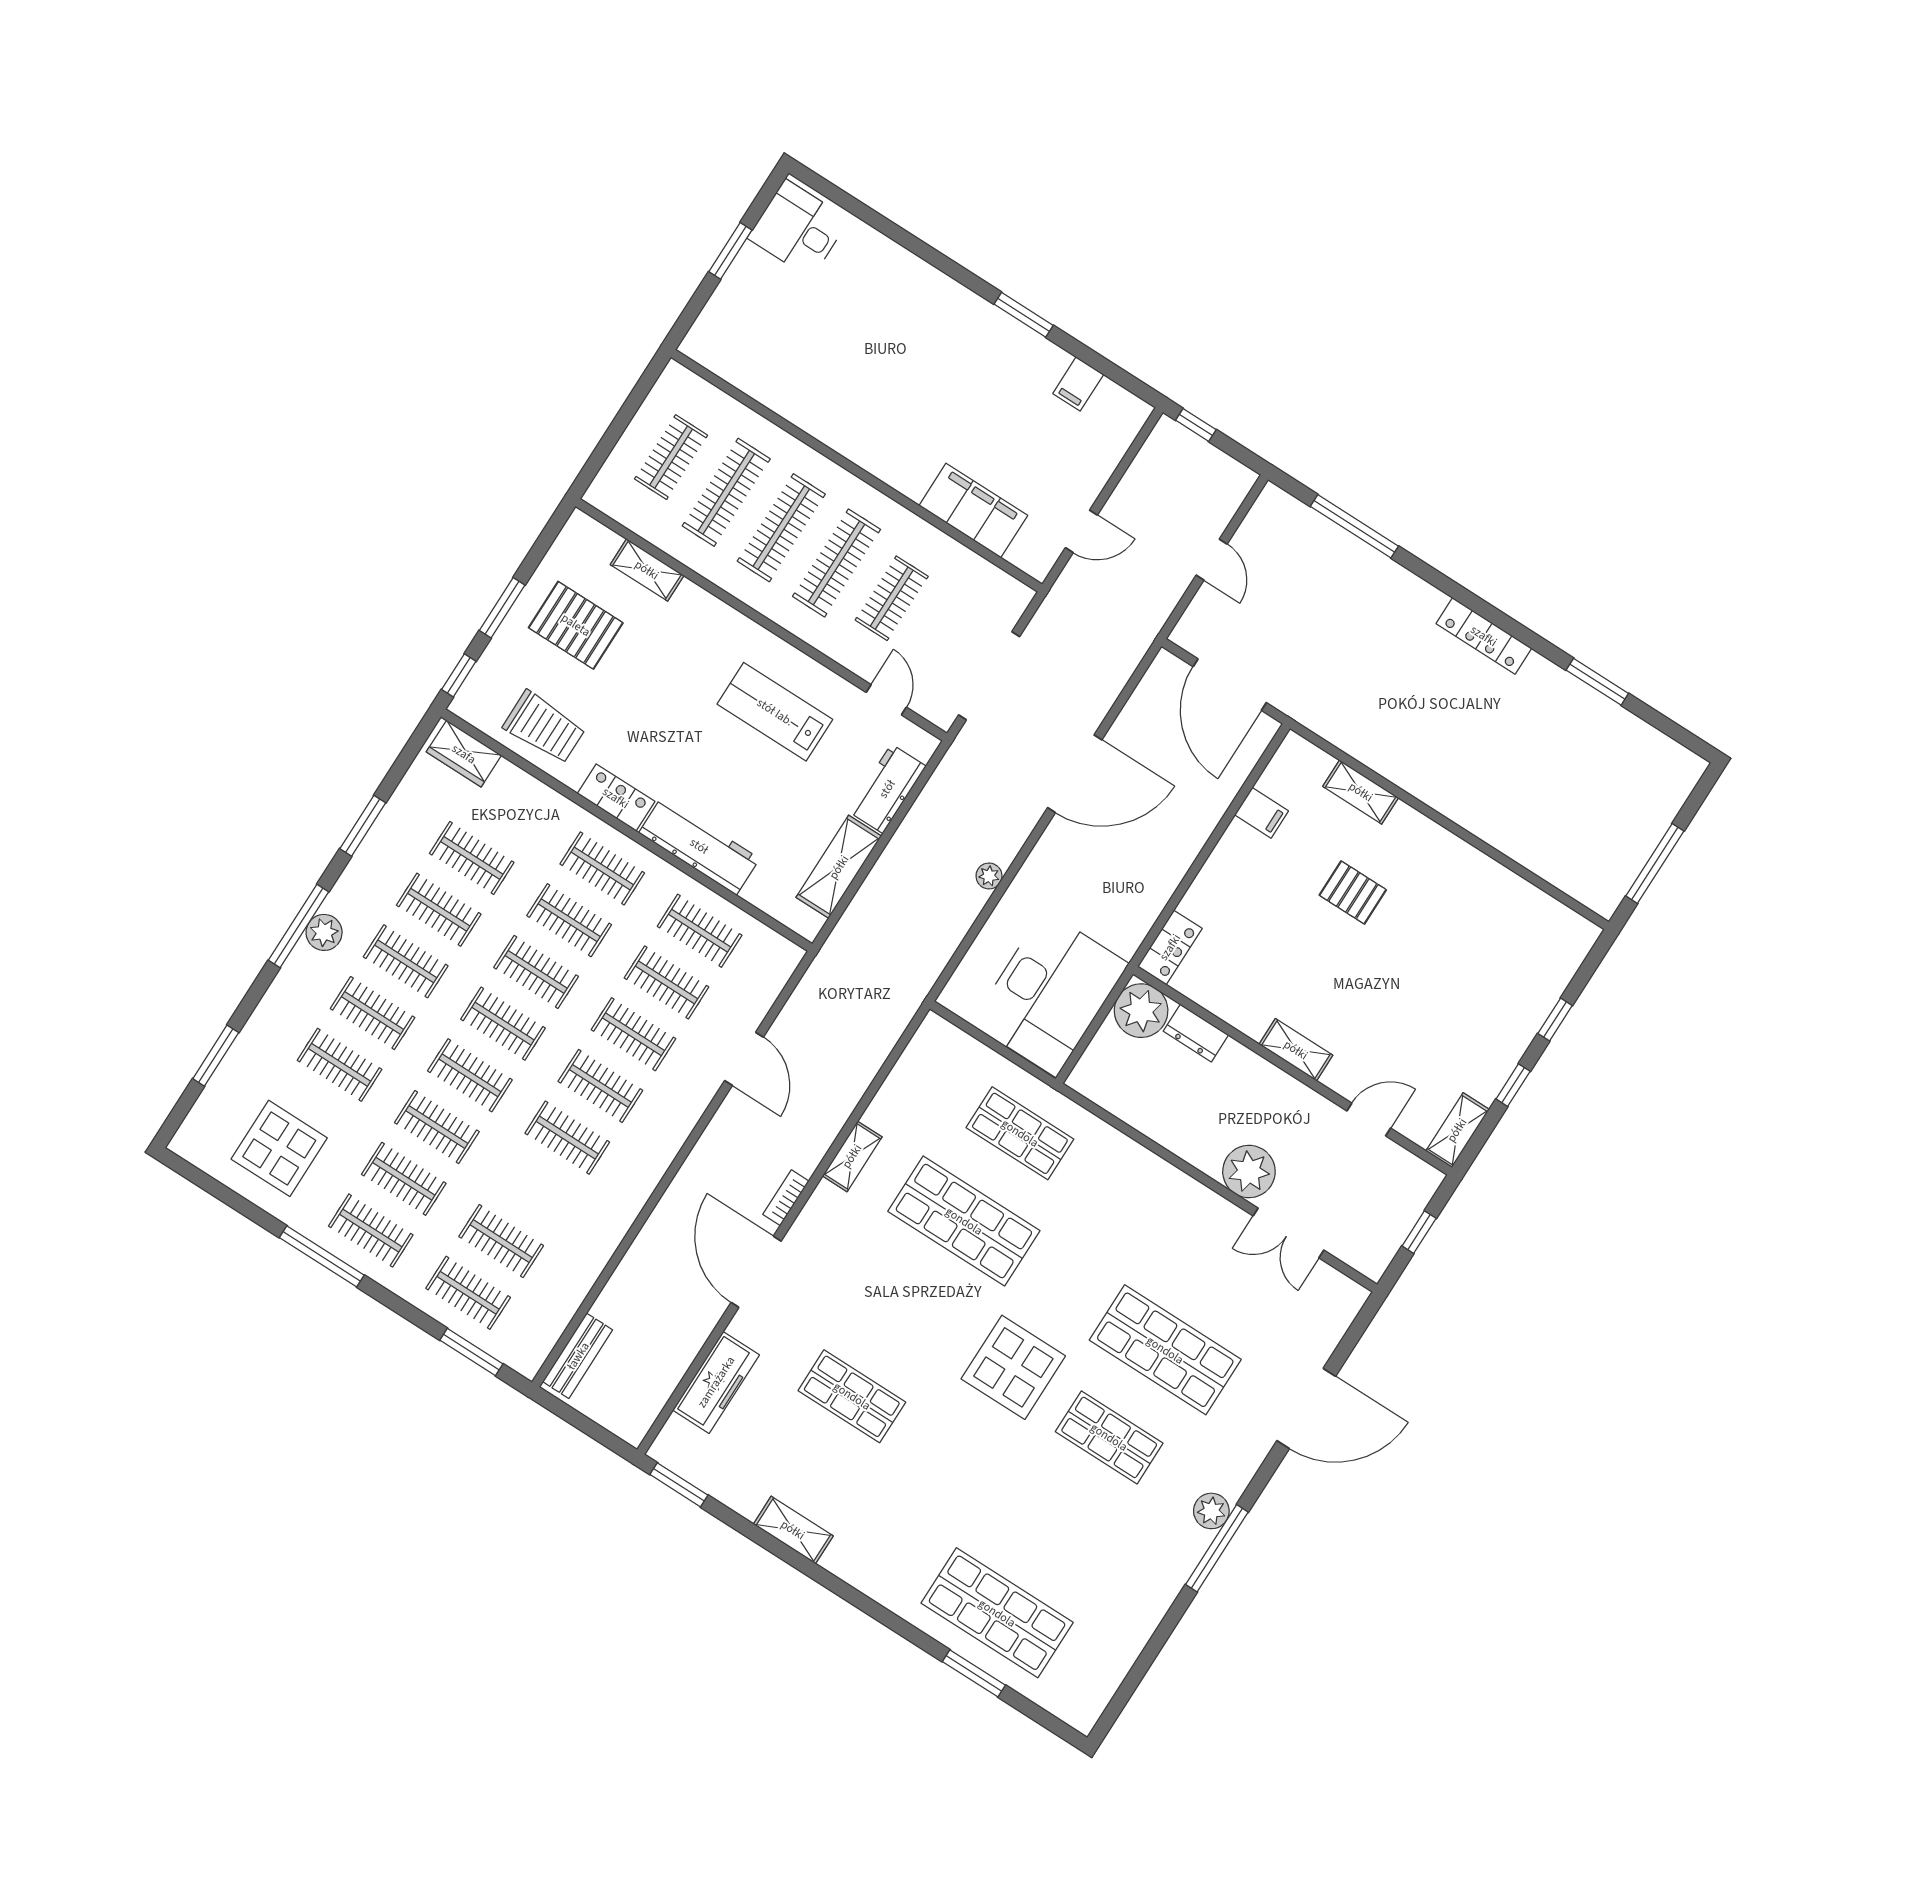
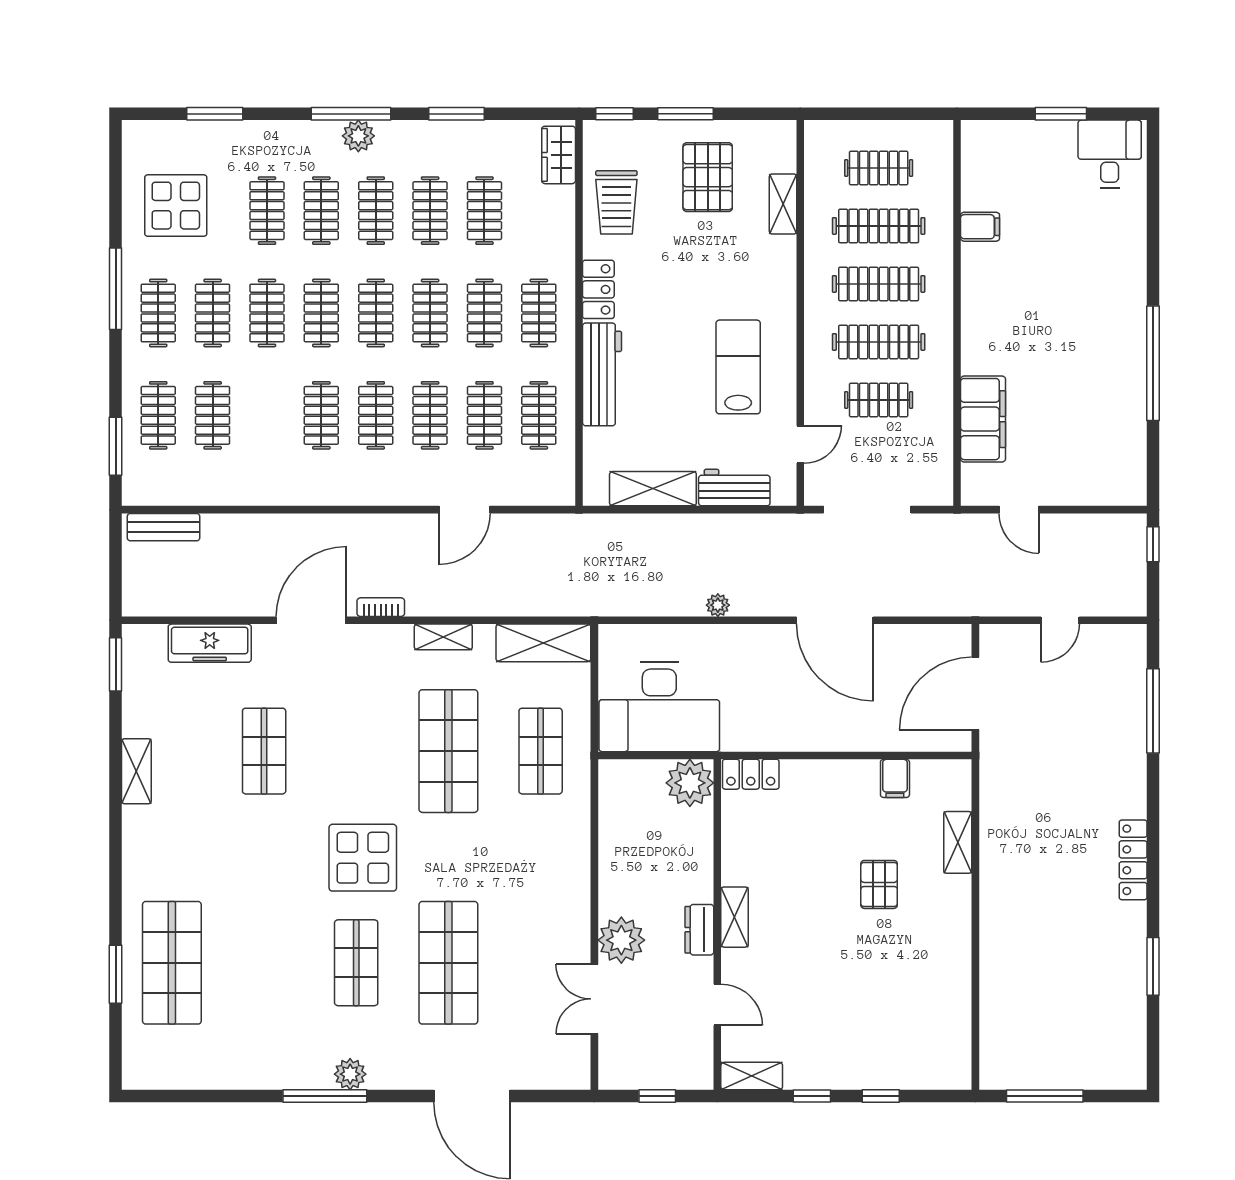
window: (1024, 315) -> (1153, 363), width x2.11
filing cabinet: (1078, 384) -> (980, 227), moved, turned 180
dresser: (1196, 1033) -> (699, 930), moved
shelving: (919, 1065) -> (543, 643), added

